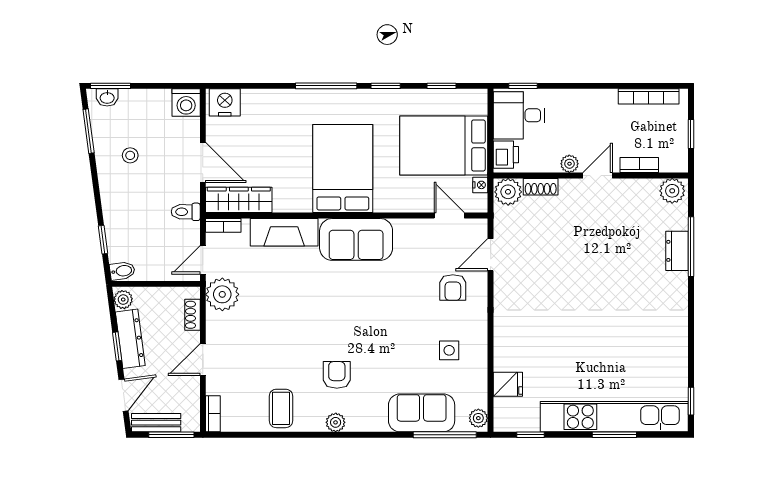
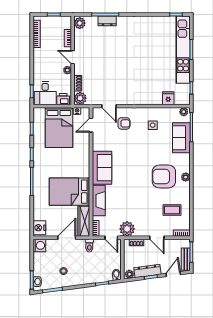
bed: (343, 169) -> (70, 192), moved
armchair: (337, 375) -> (164, 177), width x1.88, depth x1.88
door: (124, 395) -> (173, 274), hinge flipped
coffee table: (281, 408) -> (172, 210), moved

